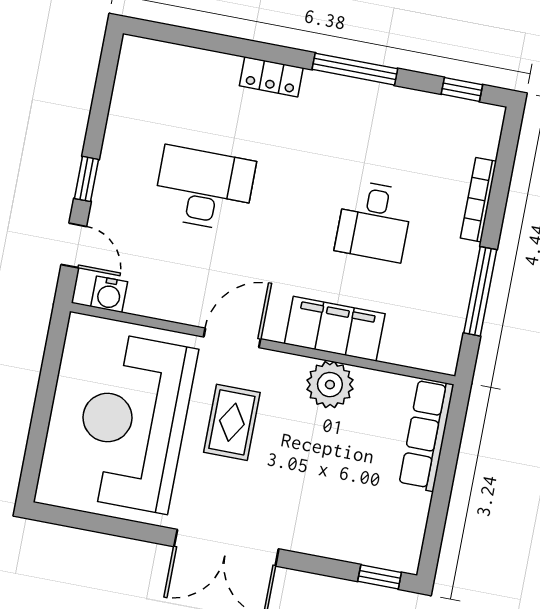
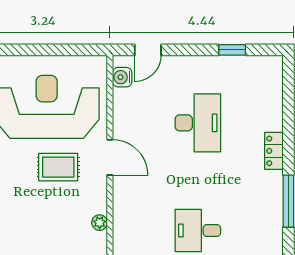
window: (86, 179) -> (232, 50), moved
filing cabinet: (335, 329) -> (127, 219), removed
plant: (330, 385) -> (100, 223), width x0.53, depth x0.53

